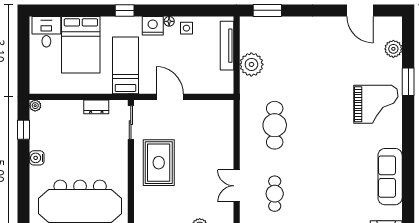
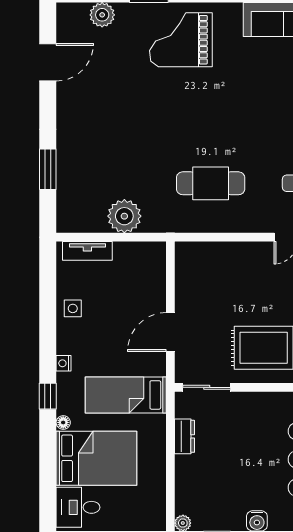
window: (267, 10) -> (48, 169), moved
floor lamp: (169, 21) -> (63, 422), moved
nightstand: (153, 26) -> (64, 363), width x0.53, depth x0.56
tv unit: (227, 46) -> (87, 251), width x0.71
grand piano: (376, 104) -> (181, 40), turned -90

